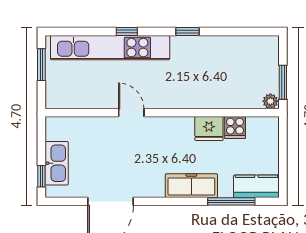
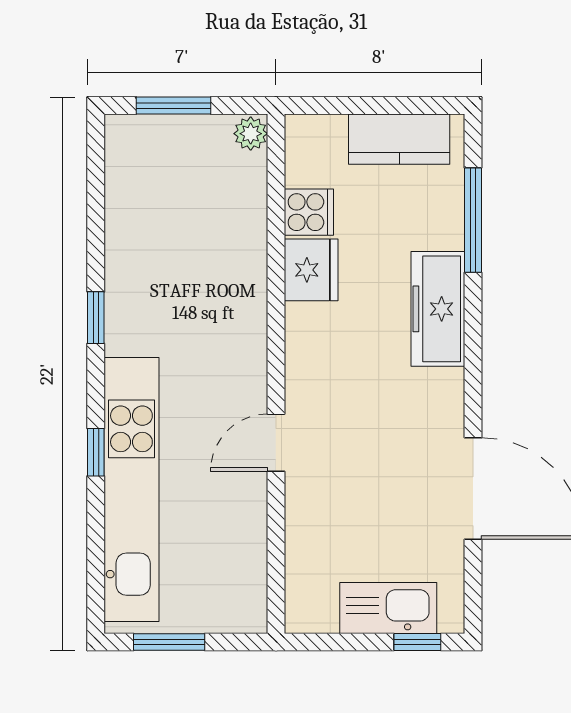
window: (283, 82) -> (174, 106), moved
kitchen counter: (256, 186) -> (399, 139), moved, turned -90

